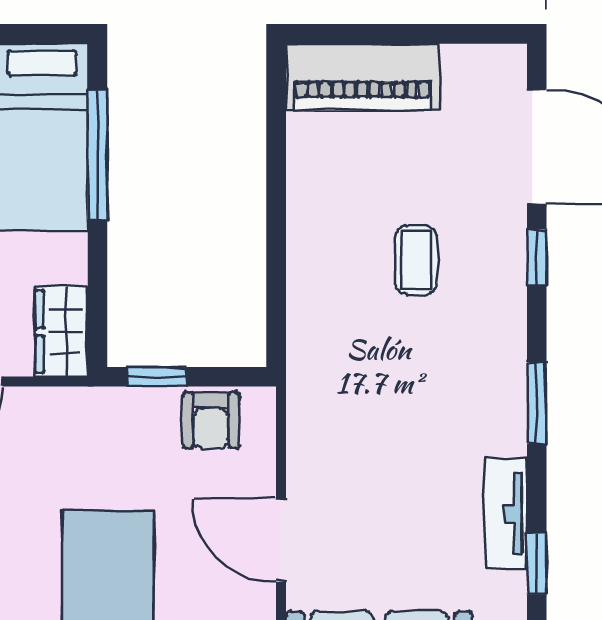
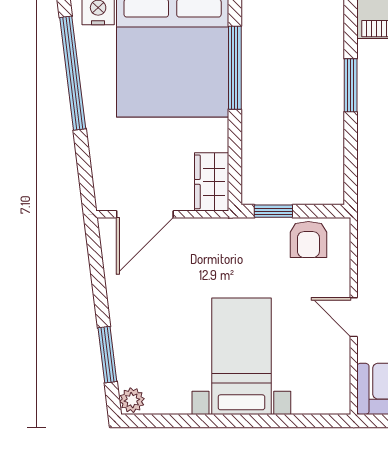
window: (276, 182) -> (351, 85), added
door: (281, 540) -> (354, 317), width x0.73

